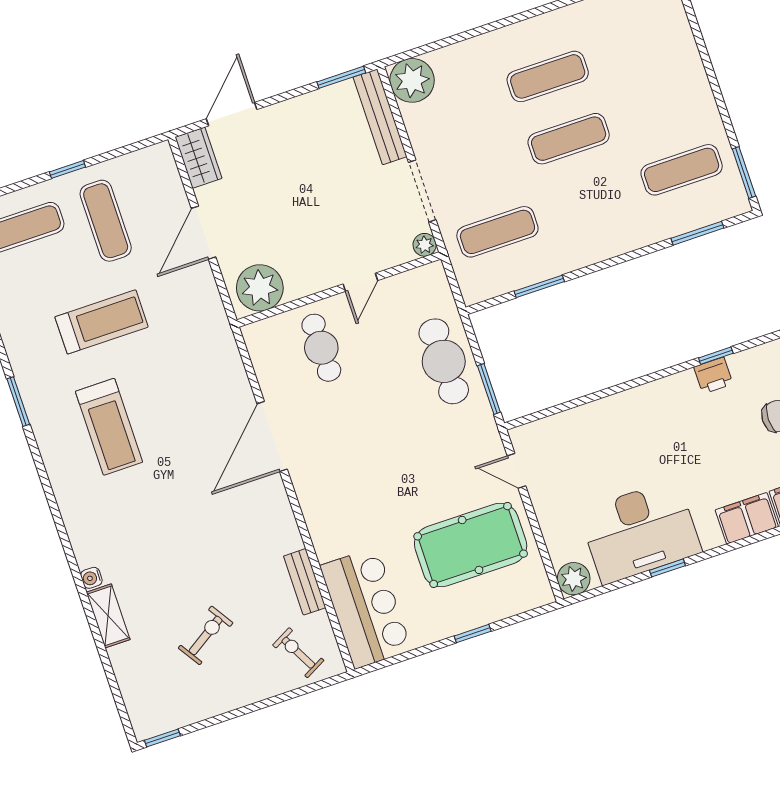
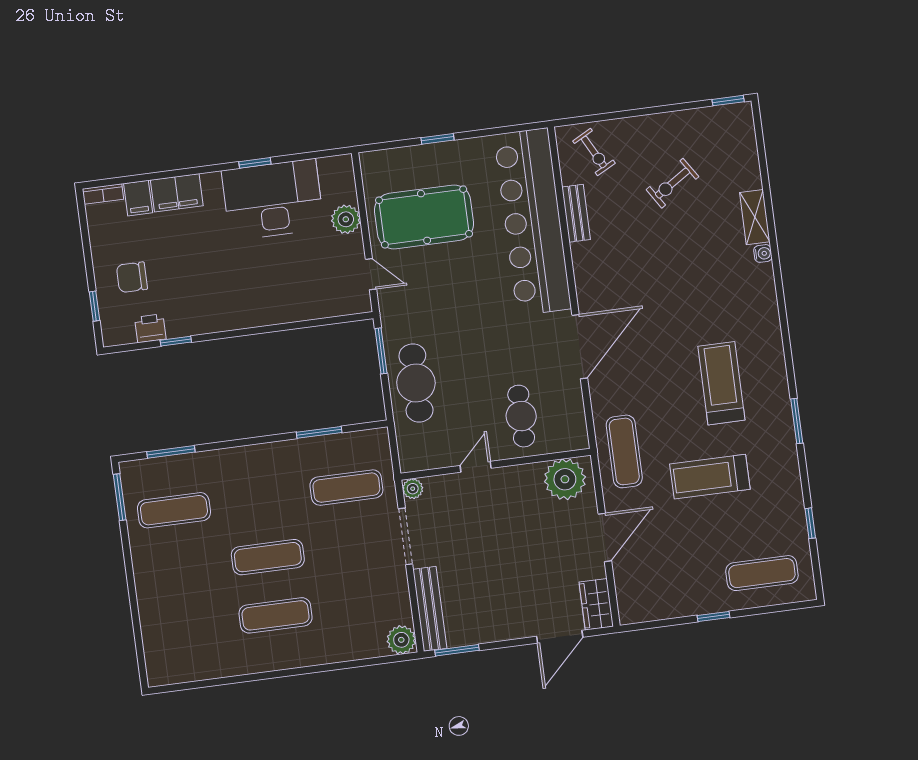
plant: (412, 80) -> (401, 640), width x0.73, depth x0.73
exercise mat: (106, 221) -> (624, 451), moved
printer: (713, 375) -> (150, 328), moved
plant: (574, 579) -> (346, 219), moved
bar counter: (366, 608) -> (533, 222), width x1.86

